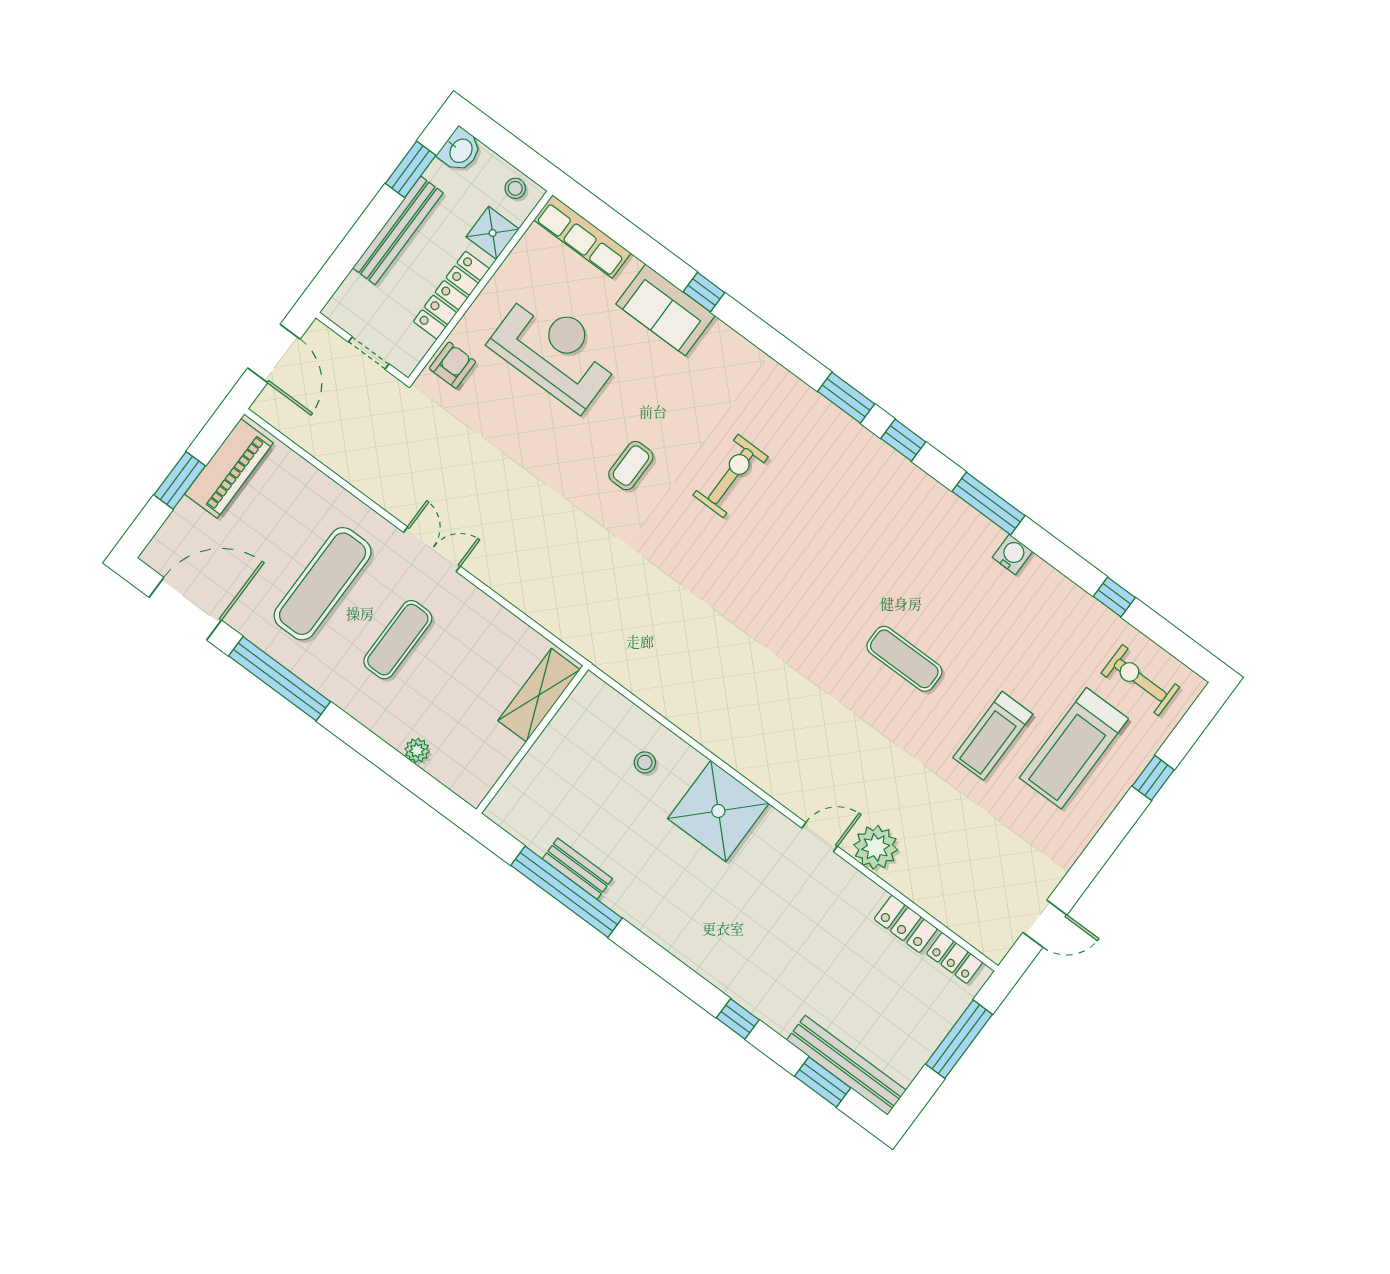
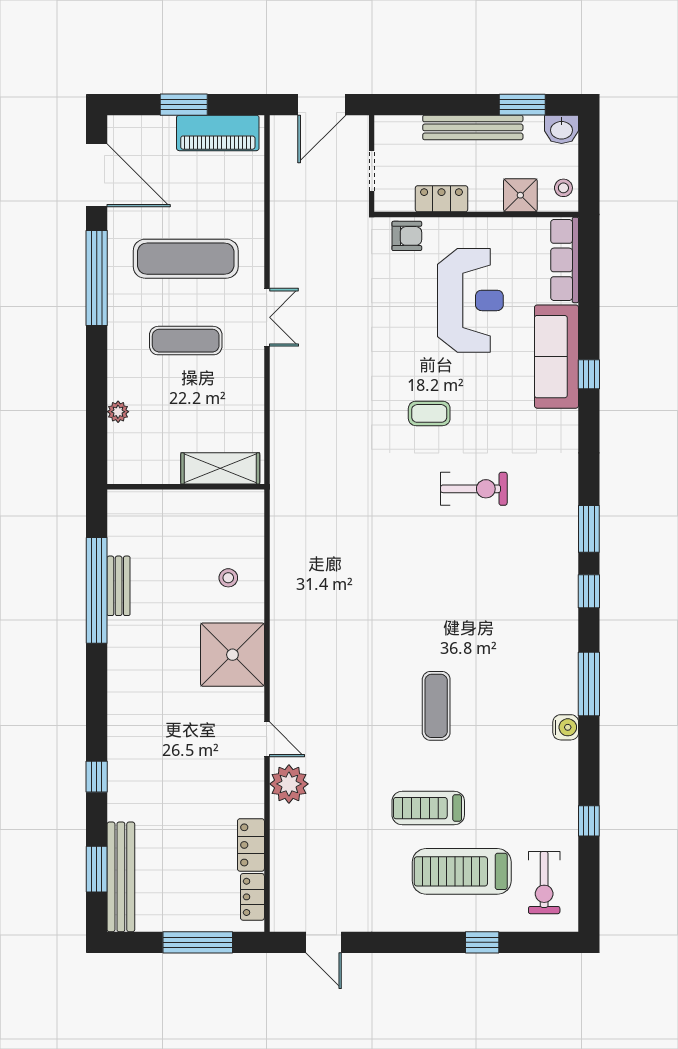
locker: (451, 295) -> (442, 199), width x0.66
sofa: (666, 310) -> (557, 357), width x1.36
exercise bike: (1140, 680) -> (544, 883), turned 180

